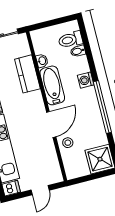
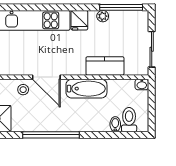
washbasin: (42, 61) -> (142, 84), moved
washing machine: (86, 80) -> (83, 125), removed

